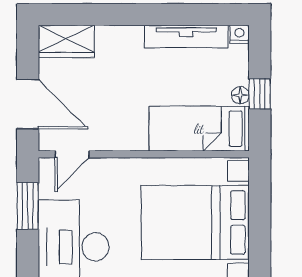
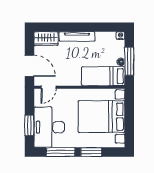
tv unit: (186, 36) -> (77, 36), moved
window: (260, 94) -> (129, 61), width x2.17
window: (28, 206) -> (29, 125), moved

